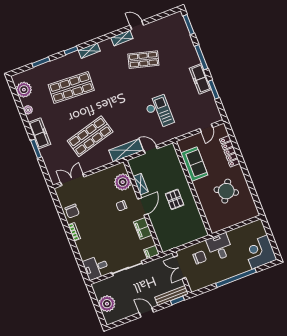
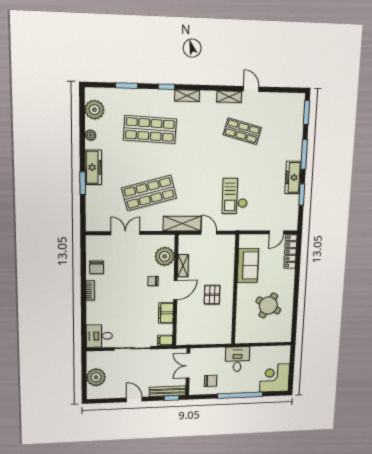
checkout: (159, 112) -> (235, 196), turned 180
locker: (230, 151) -> (290, 252), moved
double door: (72, 180) -> (125, 233), moved
chair: (200, 257) -> (211, 381), moved

